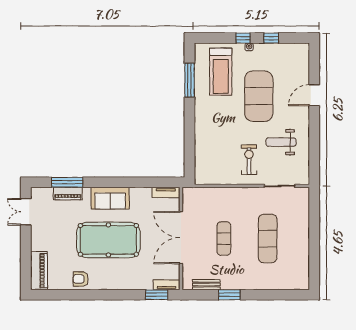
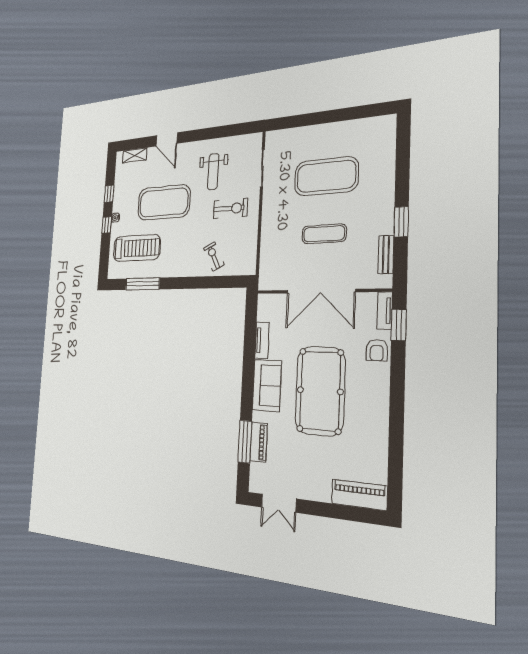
shelving: (304, 63) -> (135, 155), added
exercise bike: (210, 147) -> (214, 256), added
exercise bike: (249, 160) -> (230, 208), turned 180
tv unit: (166, 192) -> (262, 340), moved
exercise mat: (268, 239) -> (326, 176), width x1.47
armchair: (81, 279) -> (377, 350), moved

